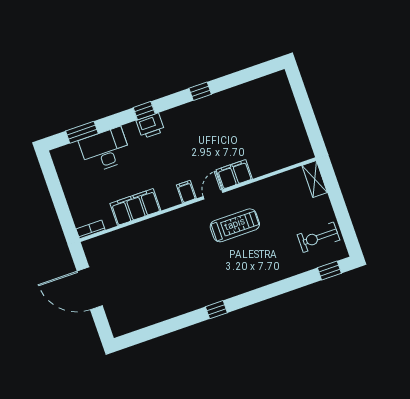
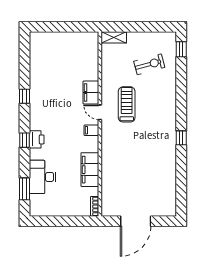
exercise bike: (318, 237) -> (149, 64), moved, turned -105

